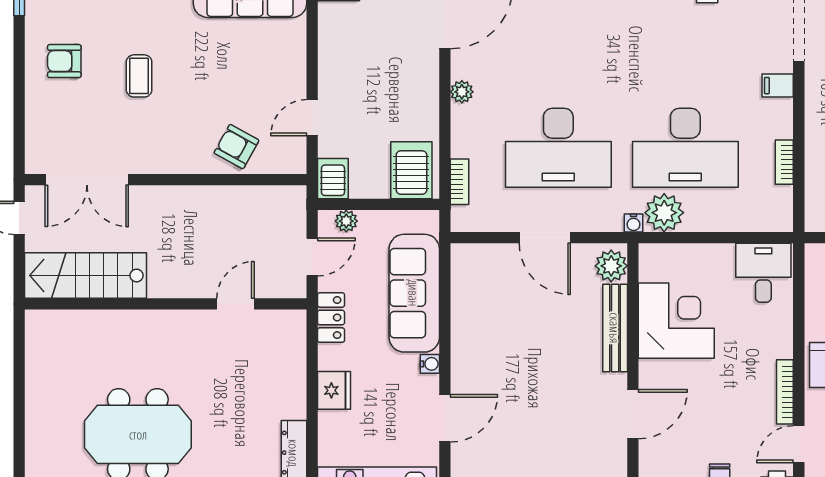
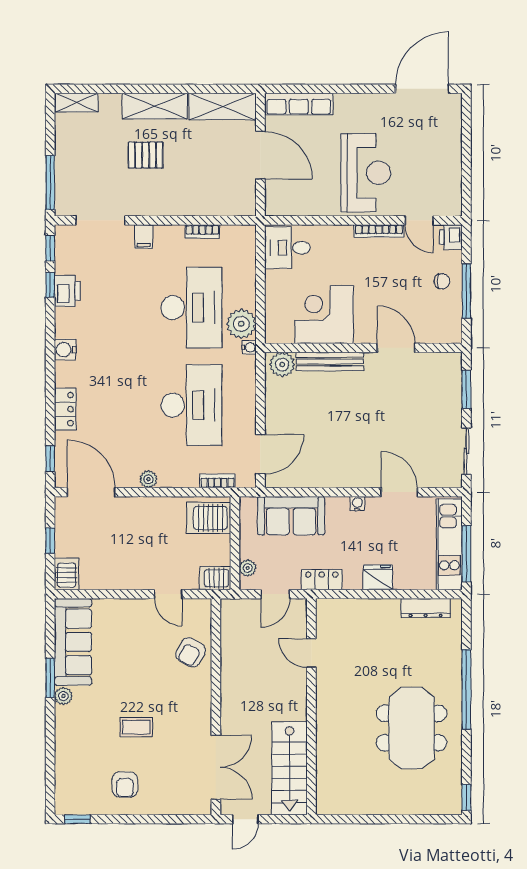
door: (545, 238) -> (260, 454), moved
door: (312, 257) -> (275, 594), swing flipped
sofa: (414, 293) -> (291, 516), width x0.73

